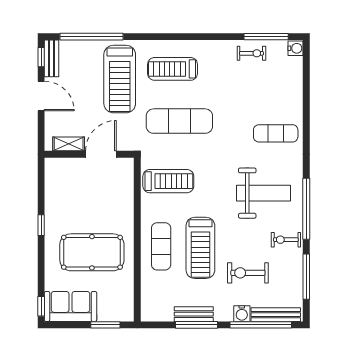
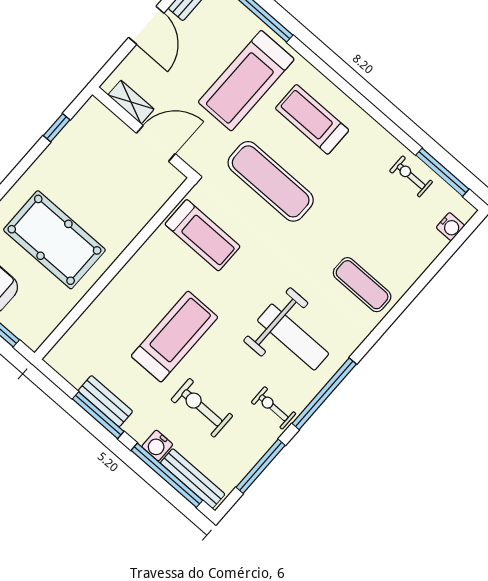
water cooler: (296, 48) -> (450, 227), moved
exercise bike: (251, 53) -> (411, 176), turned 180
window: (41, 225) -> (57, 128), moved
exercise mat: (161, 246) -> (134, 298), removed
treadmill: (200, 248) -> (174, 337), turned 180

